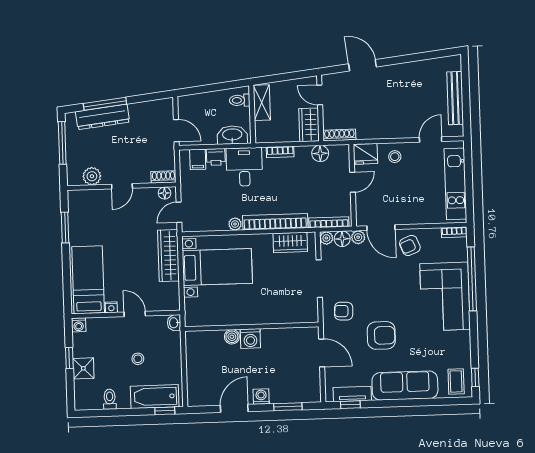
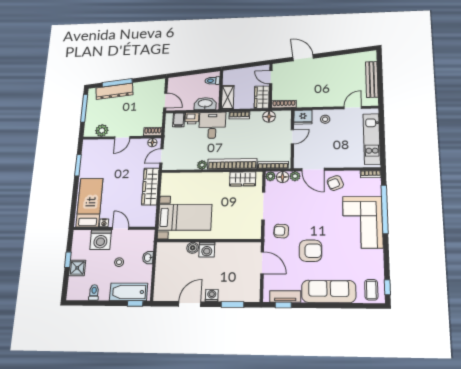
shelving: (262, 103) -> (228, 97), moved
bed with nightstands: (217, 267) -> (185, 217), moved
washbasin: (174, 323) -> (148, 258), moved
washing machine: (79, 325) -> (101, 240), moved, width x1.89, depth x1.89

